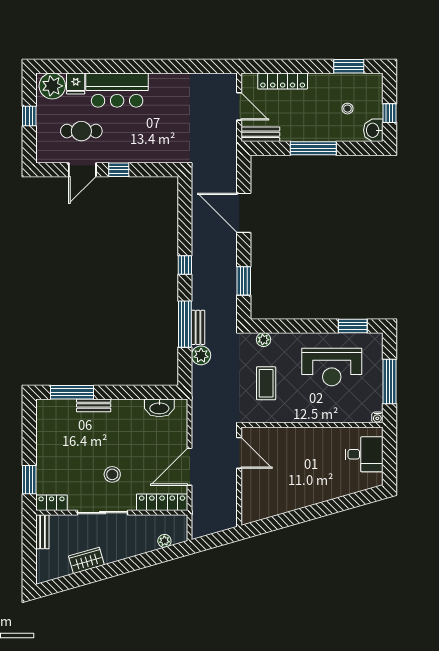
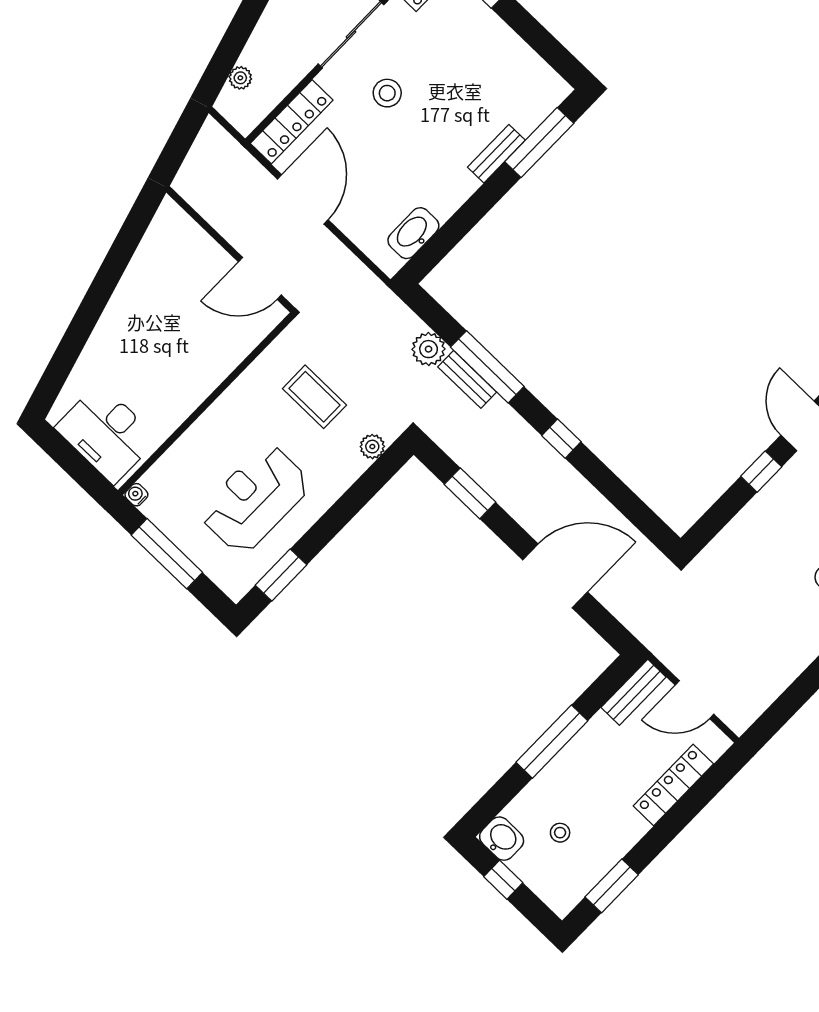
desk: (364, 454) -> (107, 433), width x1.37

